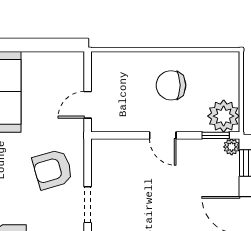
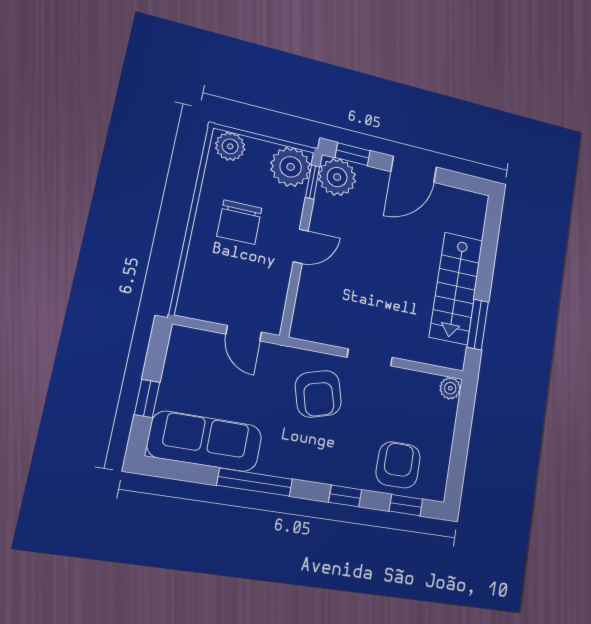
window: (27, 45) -> (147, 398), added
plant: (228, 67) -> (230, 146), added
plant: (232, 147) -> (337, 177), width x1.87, depth x1.87

